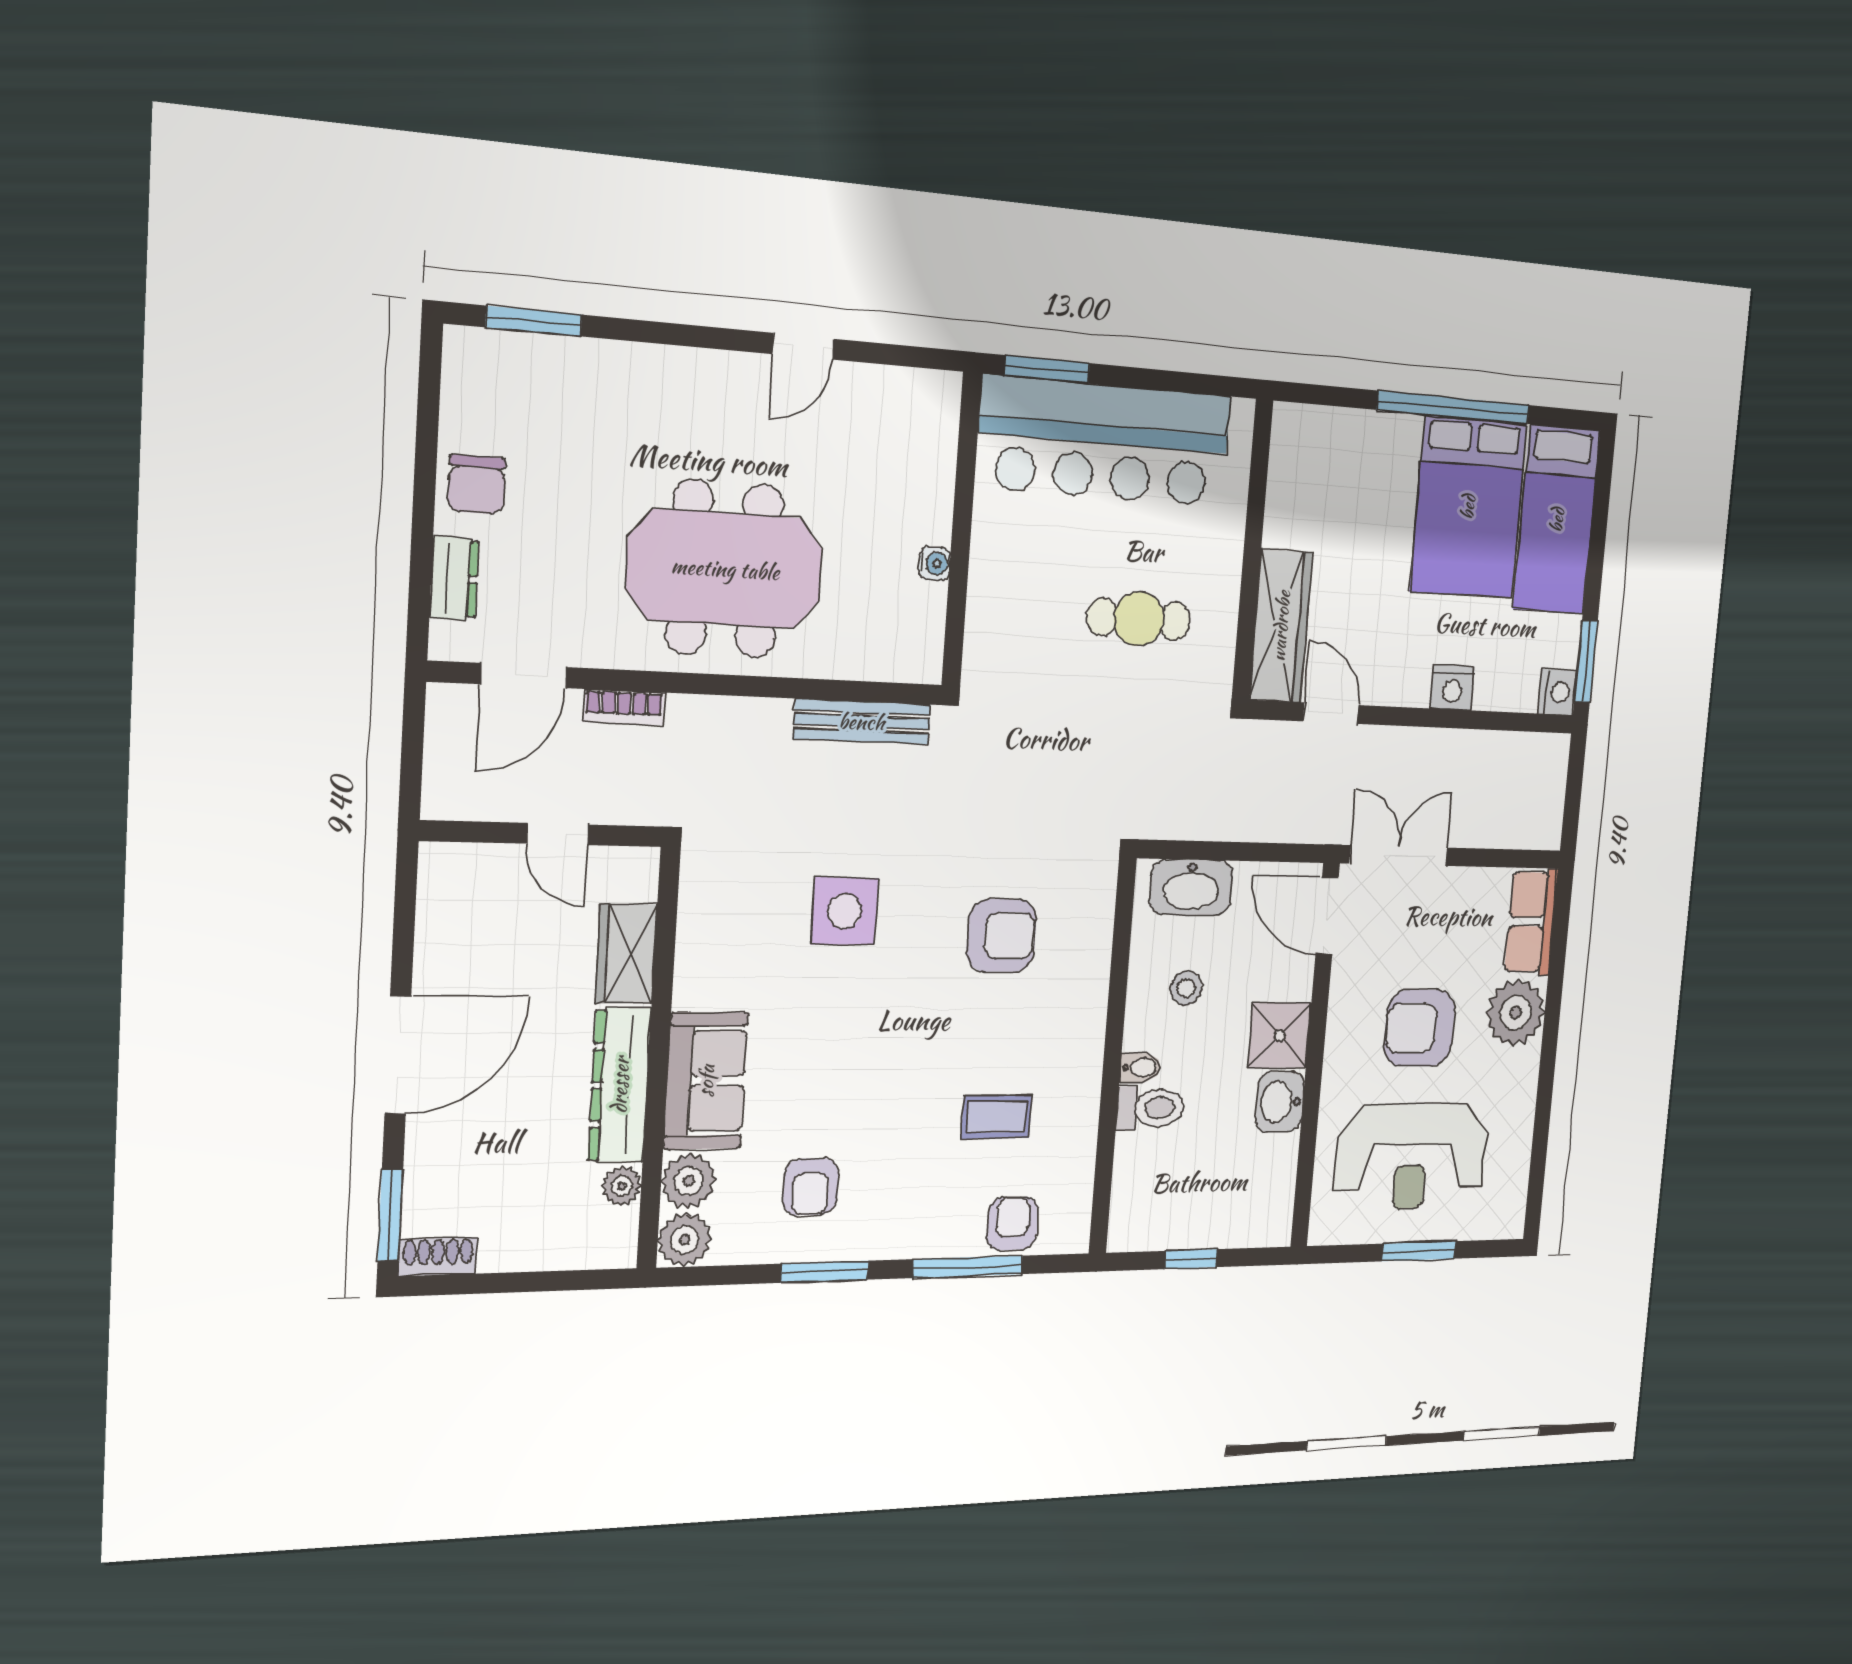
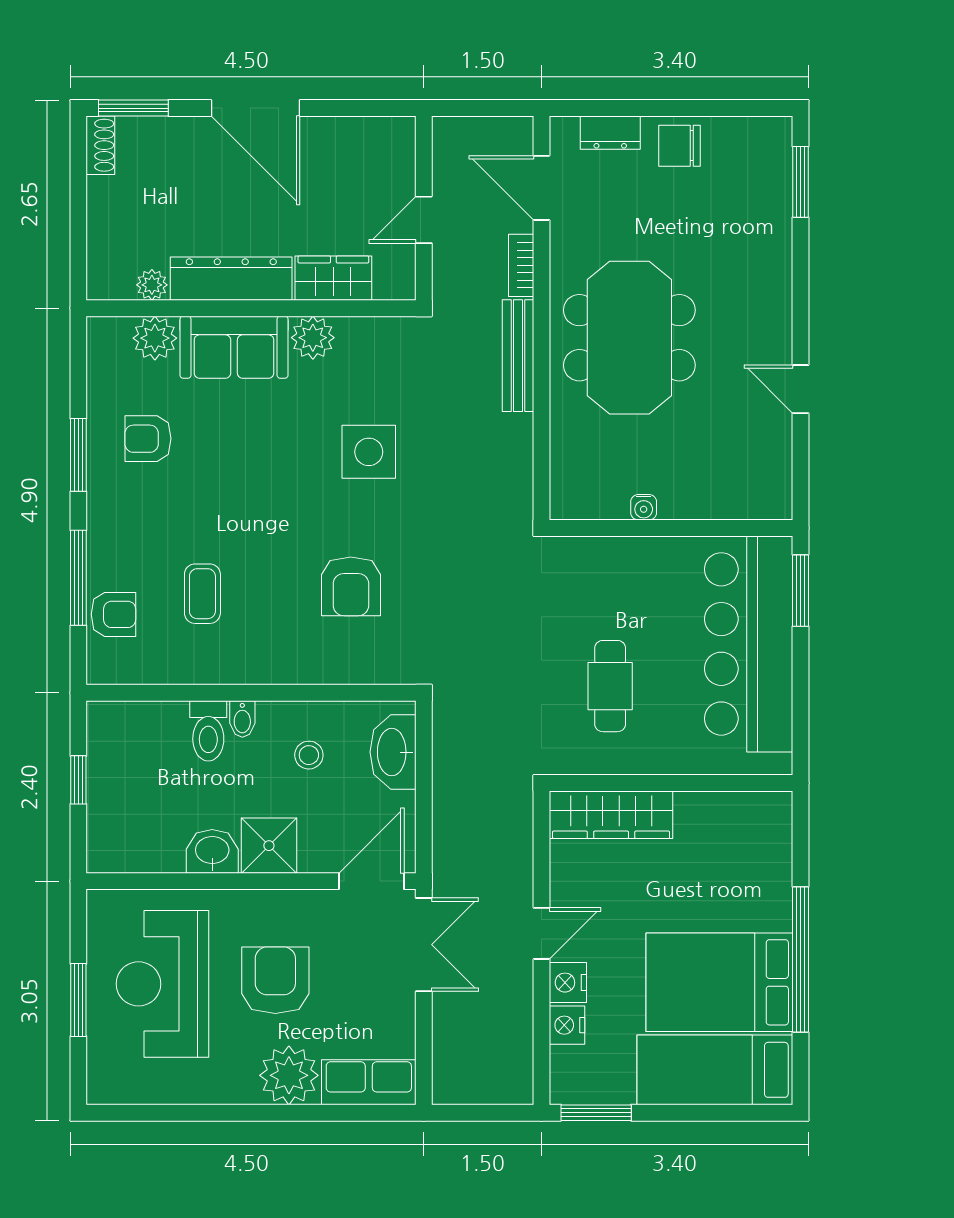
nightstand: (1558, 692) -> (567, 1025), moved, turned 90
door: (1331, 713) -> (542, 933), moved
bench: (862, 722) -> (518, 356), moved
plant: (685, 1240) -> (313, 338), moved

